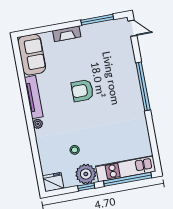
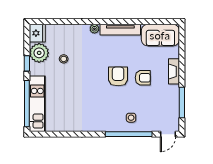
armchair: (79, 65) -> (143, 78), added
side table: (122, 69) -> (131, 118), added
window: (143, 86) -> (129, 134), moved
plant: (86, 174) -> (39, 53), moved

